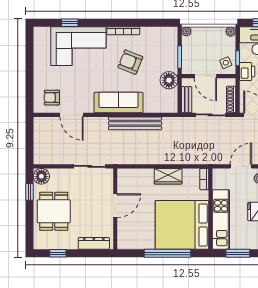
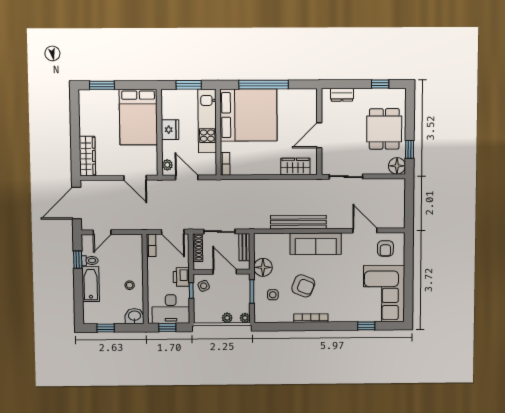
plant: (231, 32) -> (227, 318), moved
corner sofa: (78, 46) -> (384, 294), moved, turned -90
side table: (160, 54) -> (273, 295), added
armchair: (52, 98) -> (385, 248), turned 90
door: (241, 166) -> (187, 178), swing flipped
wardrobe: (168, 176) -> (295, 166), moved
dresser: (94, 243) -> (342, 95), width x0.70

